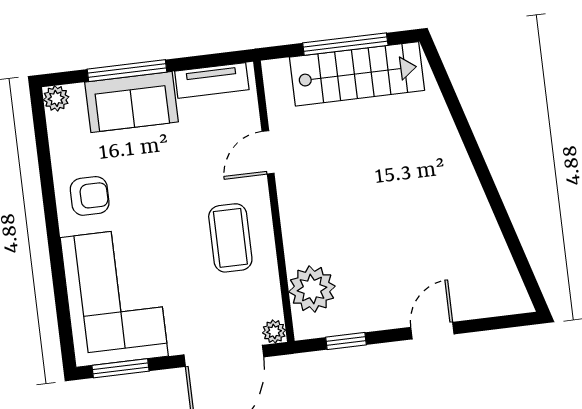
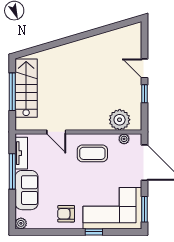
window: (127, 71) -> (12, 171), moved
armchair: (90, 196) -> (66, 214), turned -90
window: (57, 262) -> (94, 232), added
plant: (274, 332) -> (124, 139), moved
window: (346, 341) -> (145, 94), moved

